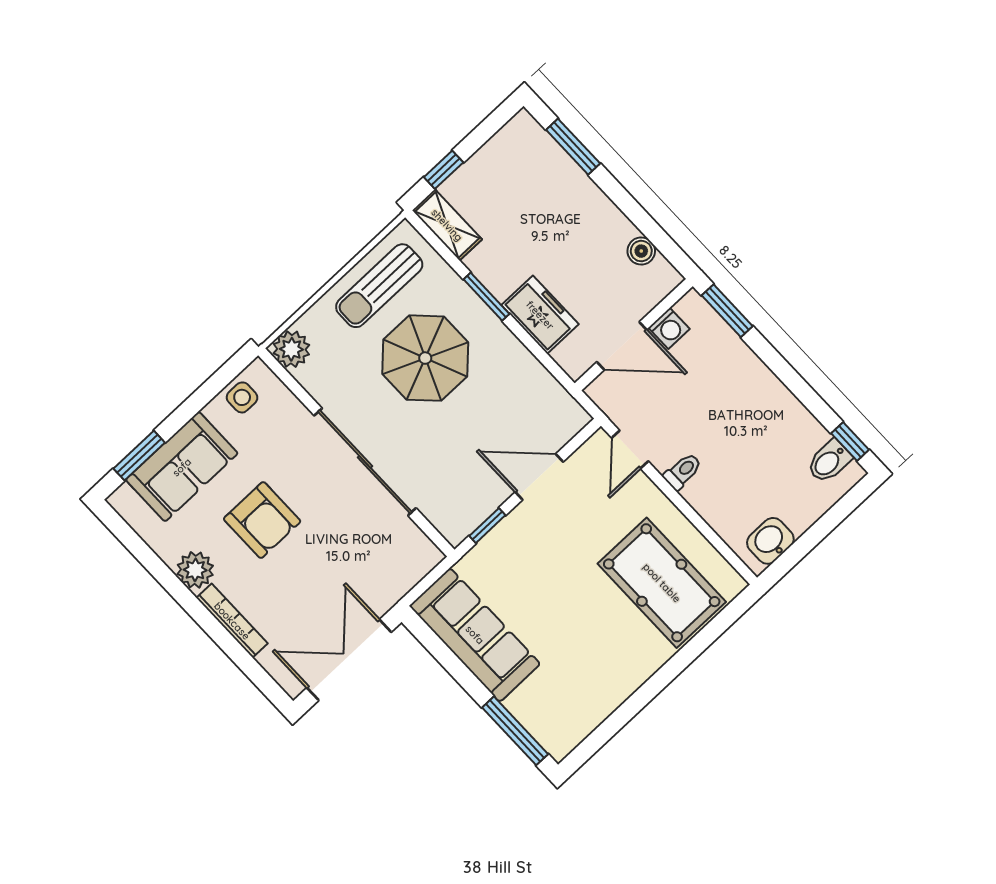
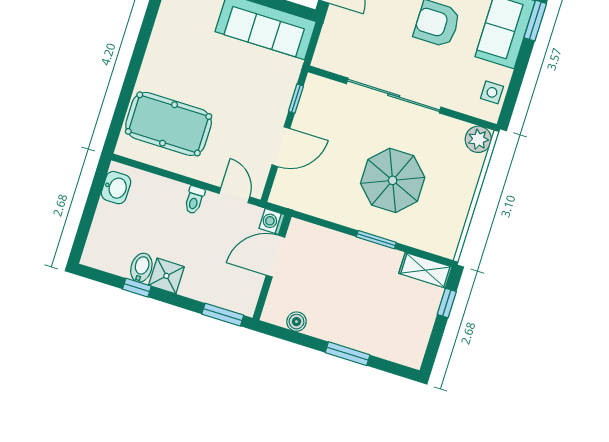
window: (573, 147) -> (348, 354), moved
sun lounger: (379, 286) -> (446, 209), removed
freezer: (540, 315) -> (337, 247), removed
washing machine: (669, 328) -> (272, 221), moved
shower: (770, 397) -> (166, 276), added
window: (850, 442) -> (137, 288), moved
bidet: (829, 461) -> (141, 268), moved

